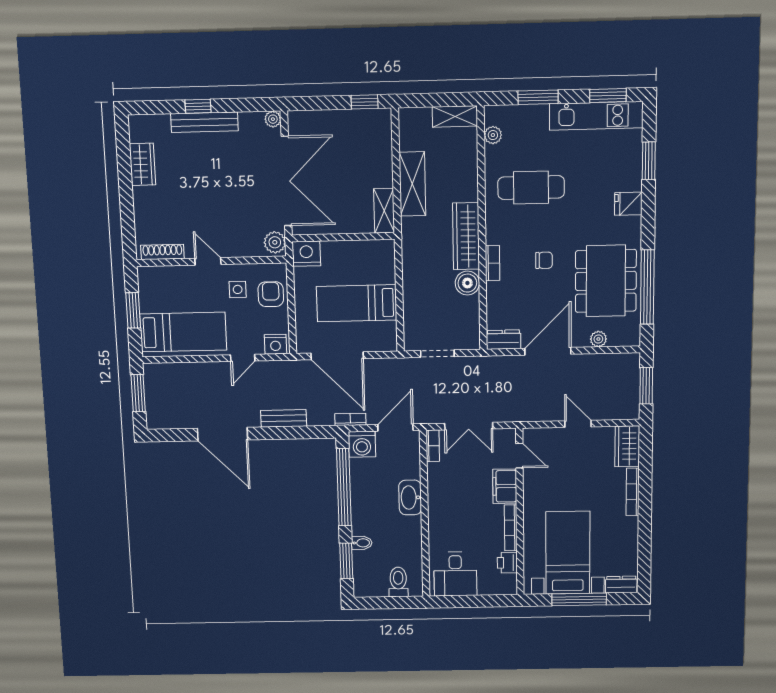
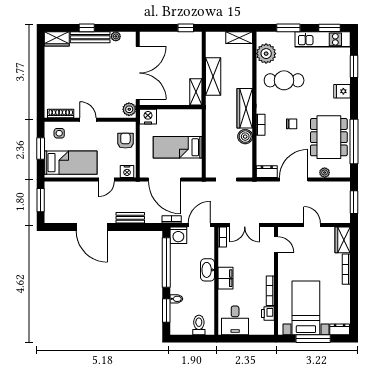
plant: (273, 119) -> (116, 36), moved
plant: (493, 135) -> (266, 54), width x1.88, depth x1.88
wardrobe: (142, 164) -> (57, 39), moved, turned 90
side table: (238, 289) -> (59, 133), moved
filing cabinet: (505, 486) -> (226, 278), moved, turned 180

